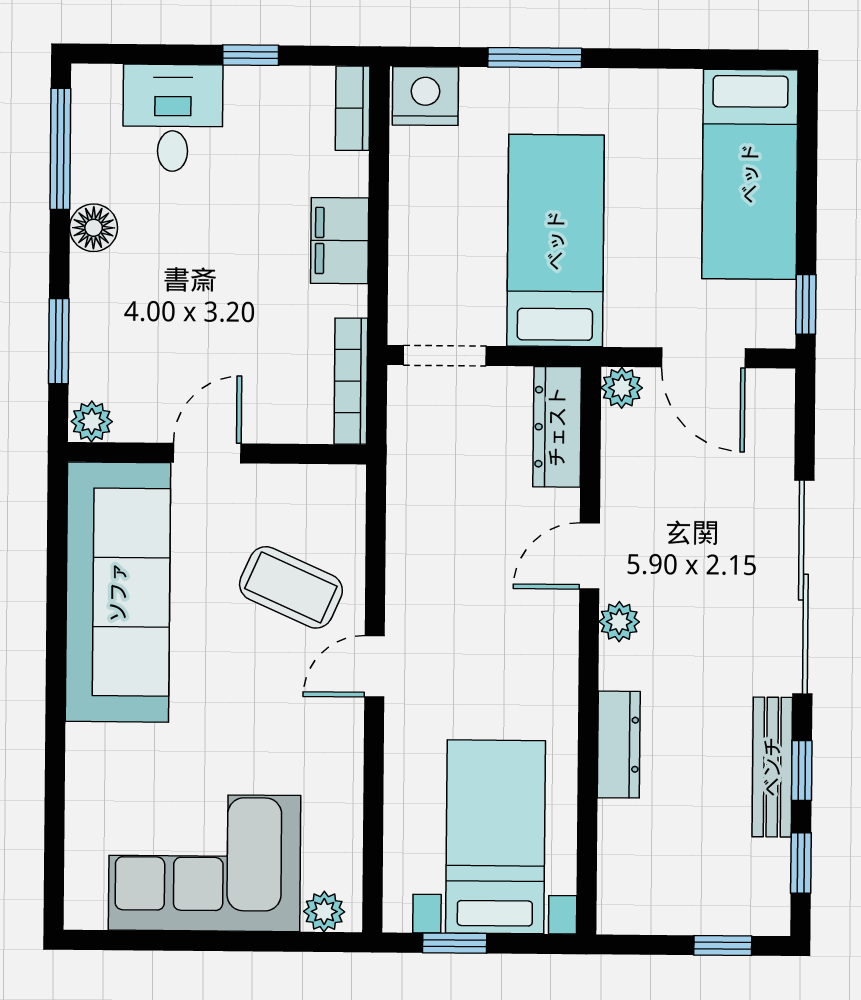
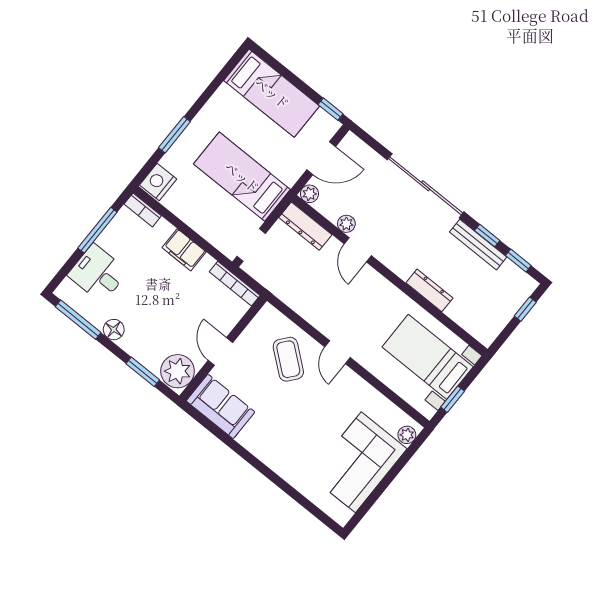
window: (251, 55) -> (97, 230), width x2.17
plant: (92, 421) -> (178, 371), width x1.88, depth x1.88
coffee table: (291, 587) -> (288, 359), turned -75
sofa: (118, 592) -> (220, 406), width x0.54, depth x0.79
plant: (619, 622) -> (346, 224), moved

